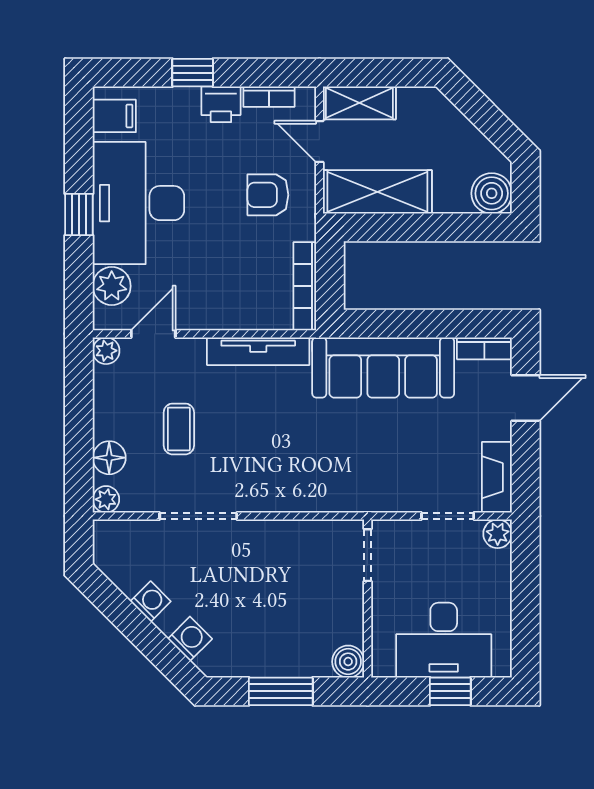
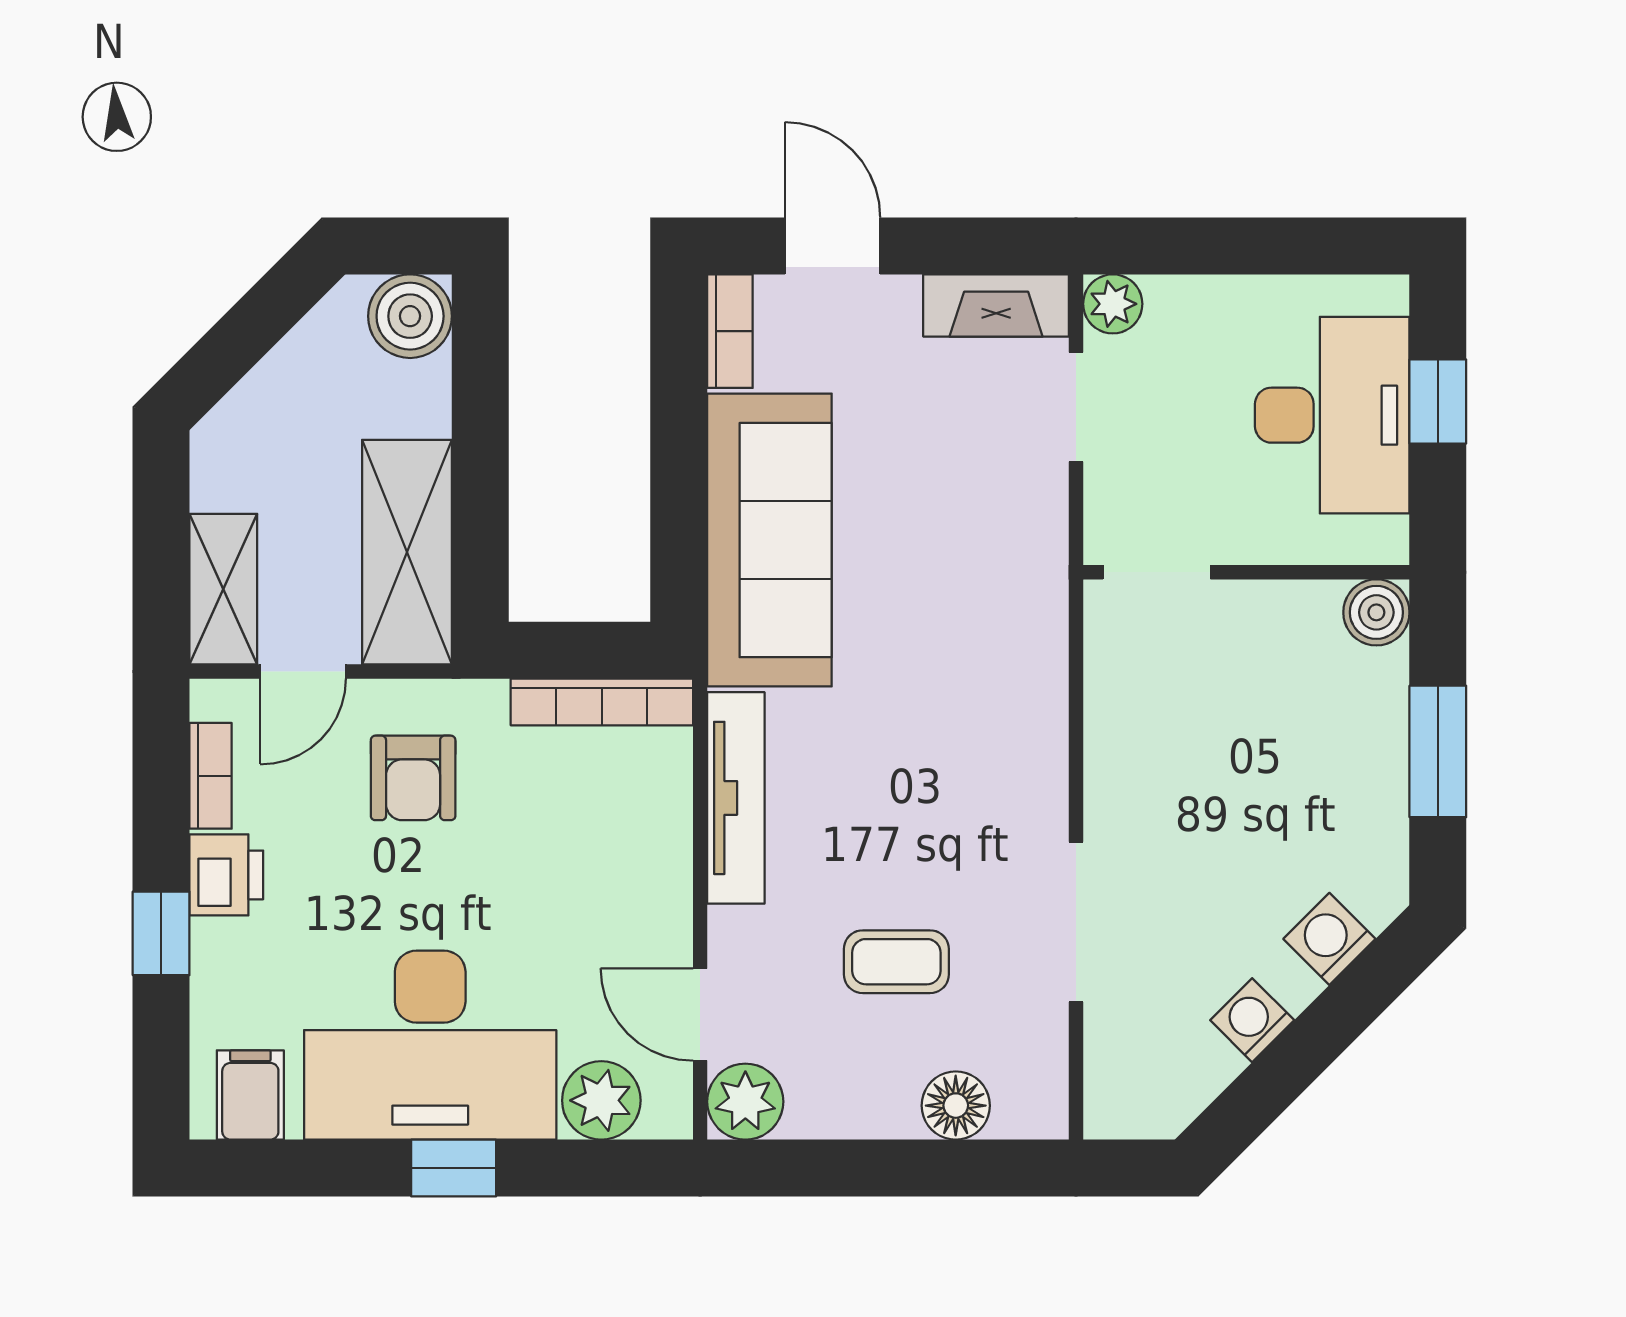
plant: (106, 351) -> (745, 1102), width x1.38, depth x1.38
plant: (106, 499) -> (1042, 1112), removed

